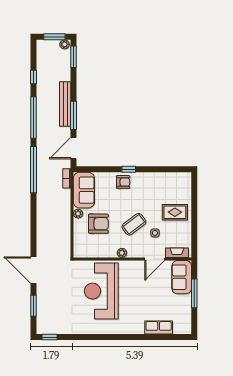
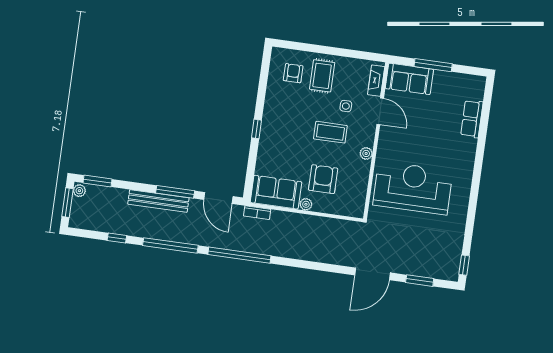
armchair: (123, 182) -> (293, 73), moved
coffee table: (134, 224) -> (330, 132), turned -53
reception desk: (101, 291) -> (413, 188), turned 180

